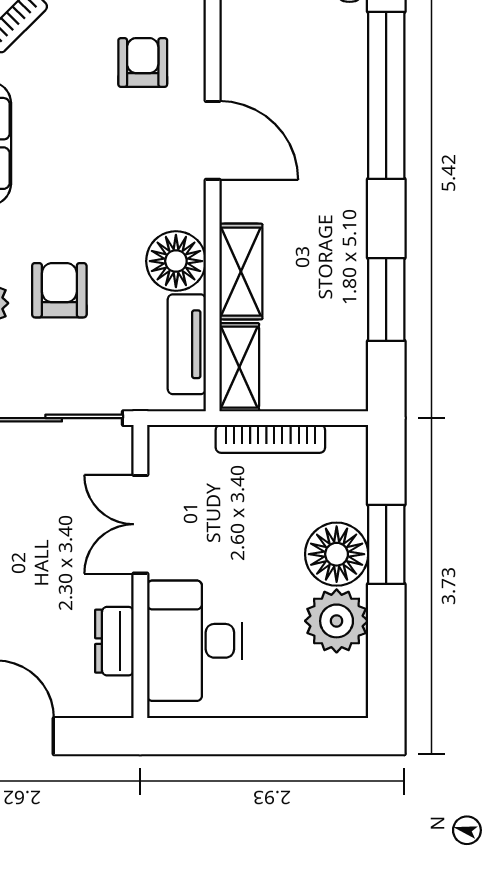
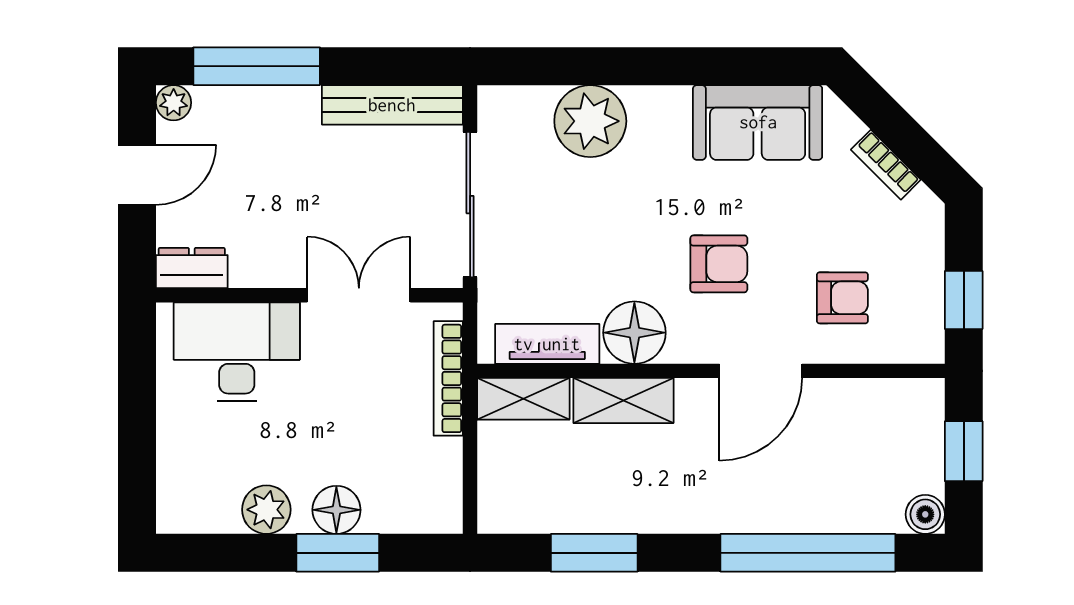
armchair: (59, 290) -> (719, 264), moved
bookcase: (270, 439) -> (448, 378), moved
floor lamp: (337, 554) -> (336, 510), width x0.73, depth x0.73
plant: (337, 621) -> (266, 510), width x0.73, depth x0.73
dresser: (114, 641) -> (192, 268), moved

